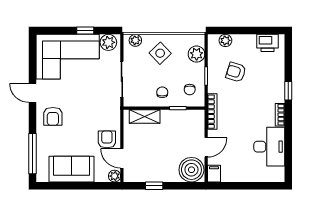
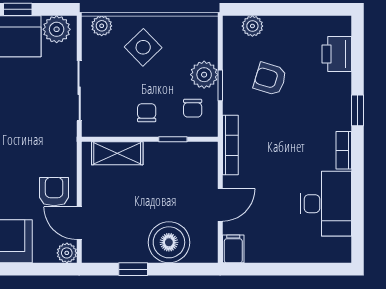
printer: (268, 43) -> (337, 54), moved, turned 90
plant: (197, 54) -> (204, 75), moved
boiler: (191, 170) -> (169, 242), moved

